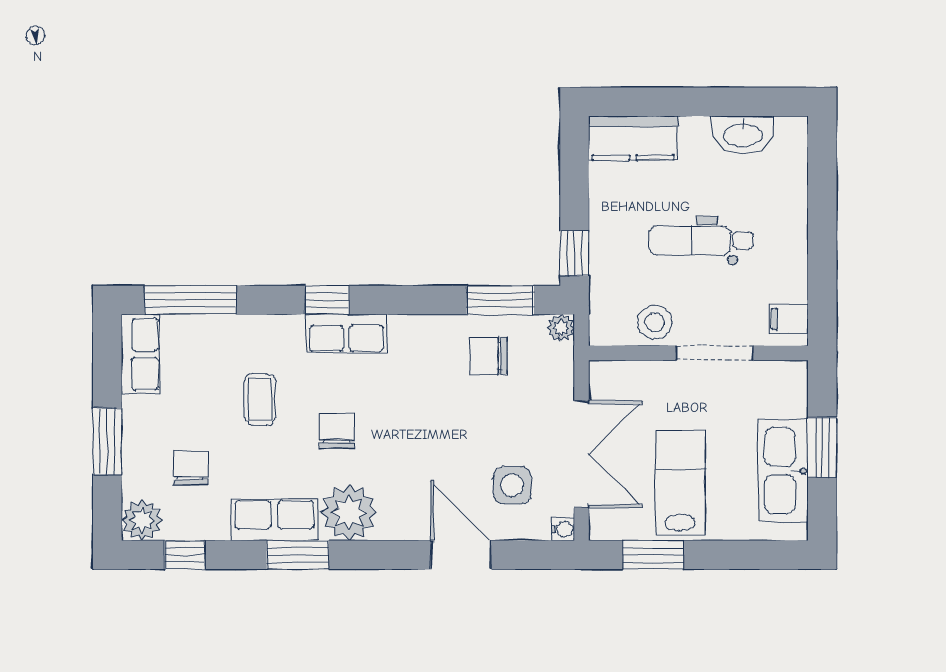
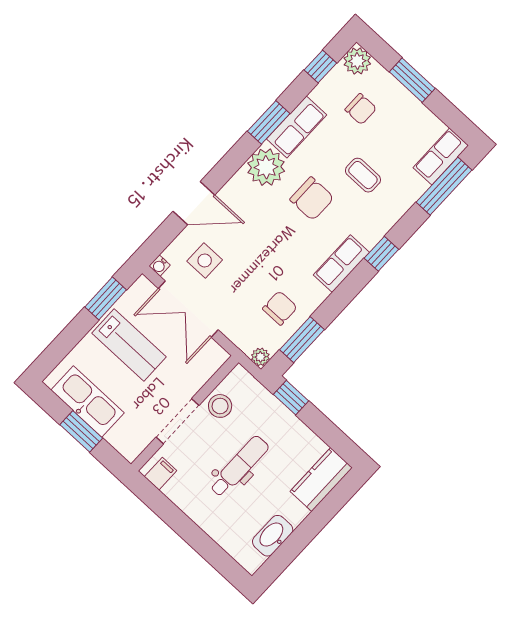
row of seats: (346, 334) -> (341, 264), moved
row of seats: (141, 354) -> (441, 157), moved, turned 90
chair: (337, 431) -> (312, 199), width x1.37, depth x1.37

